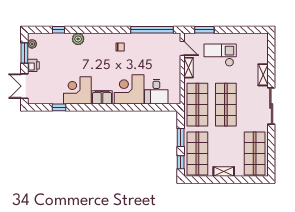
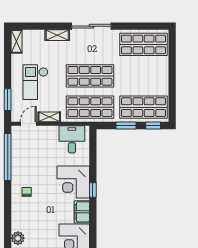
desk: (156, 92) -> (72, 139), moved, turned -90
window: (122, 107) -> (93, 190), added
shelving: (224, 172) -> (17, 41), moved

